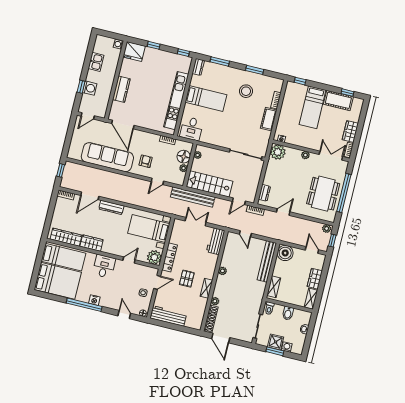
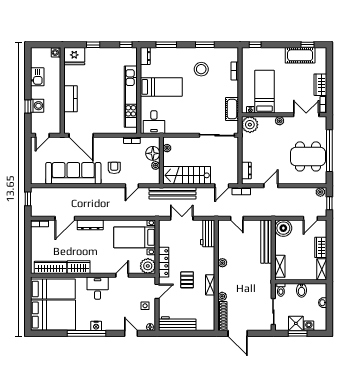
bed: (313, 107) -> (265, 92), moved, turned 180
cot: (269, 119) -> (232, 109), moved
dining table: (323, 194) -> (308, 156), turned 90
door: (312, 250) -> (310, 218), swing flipped

